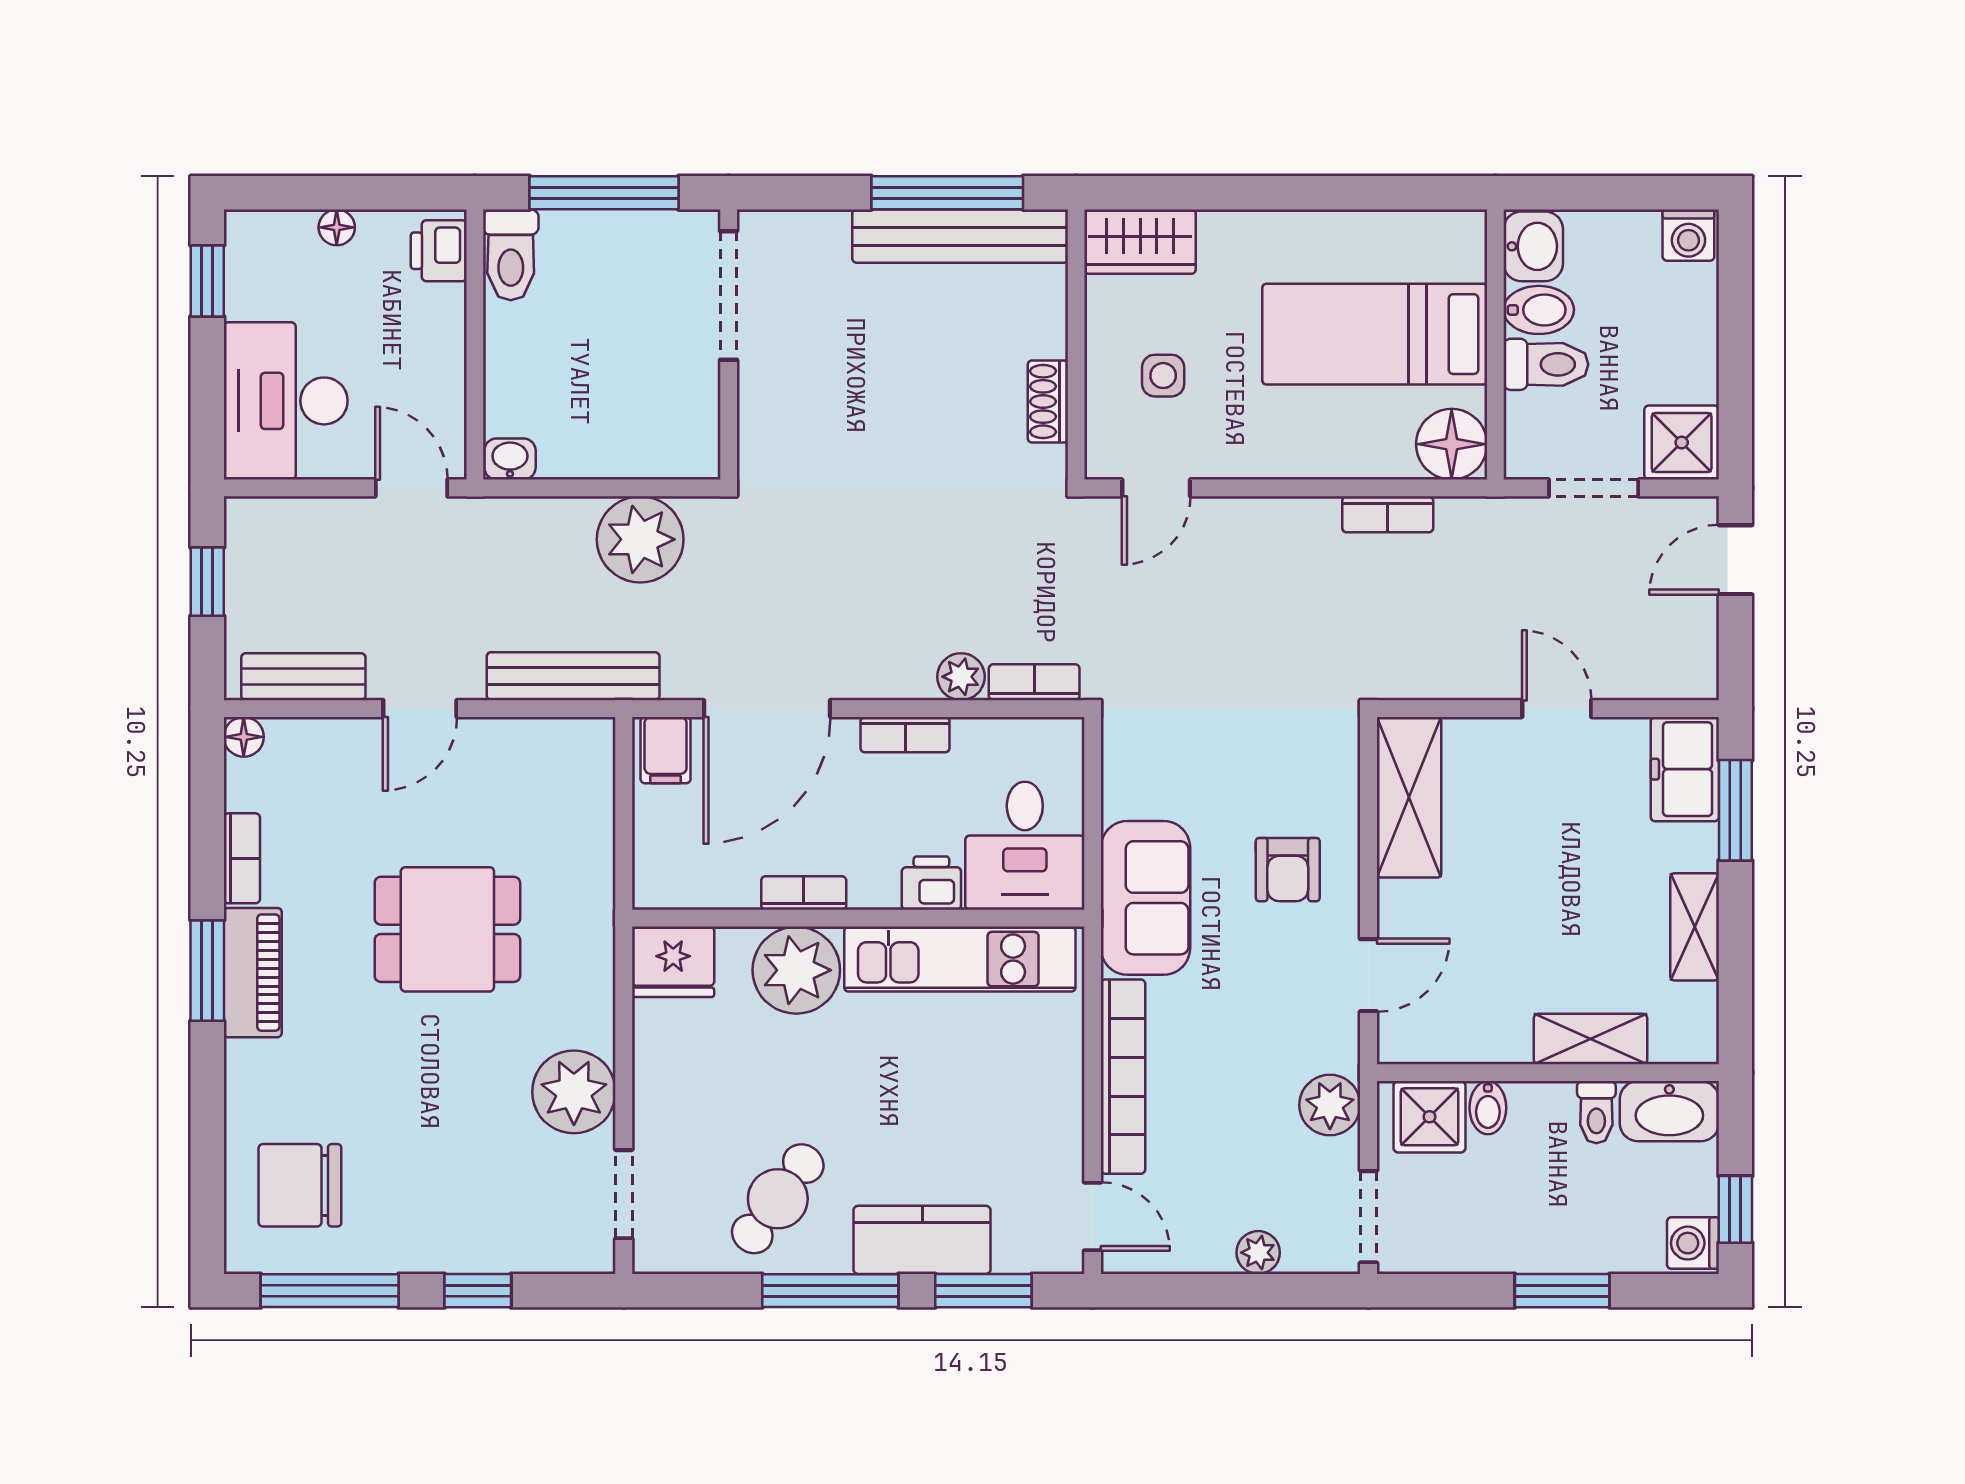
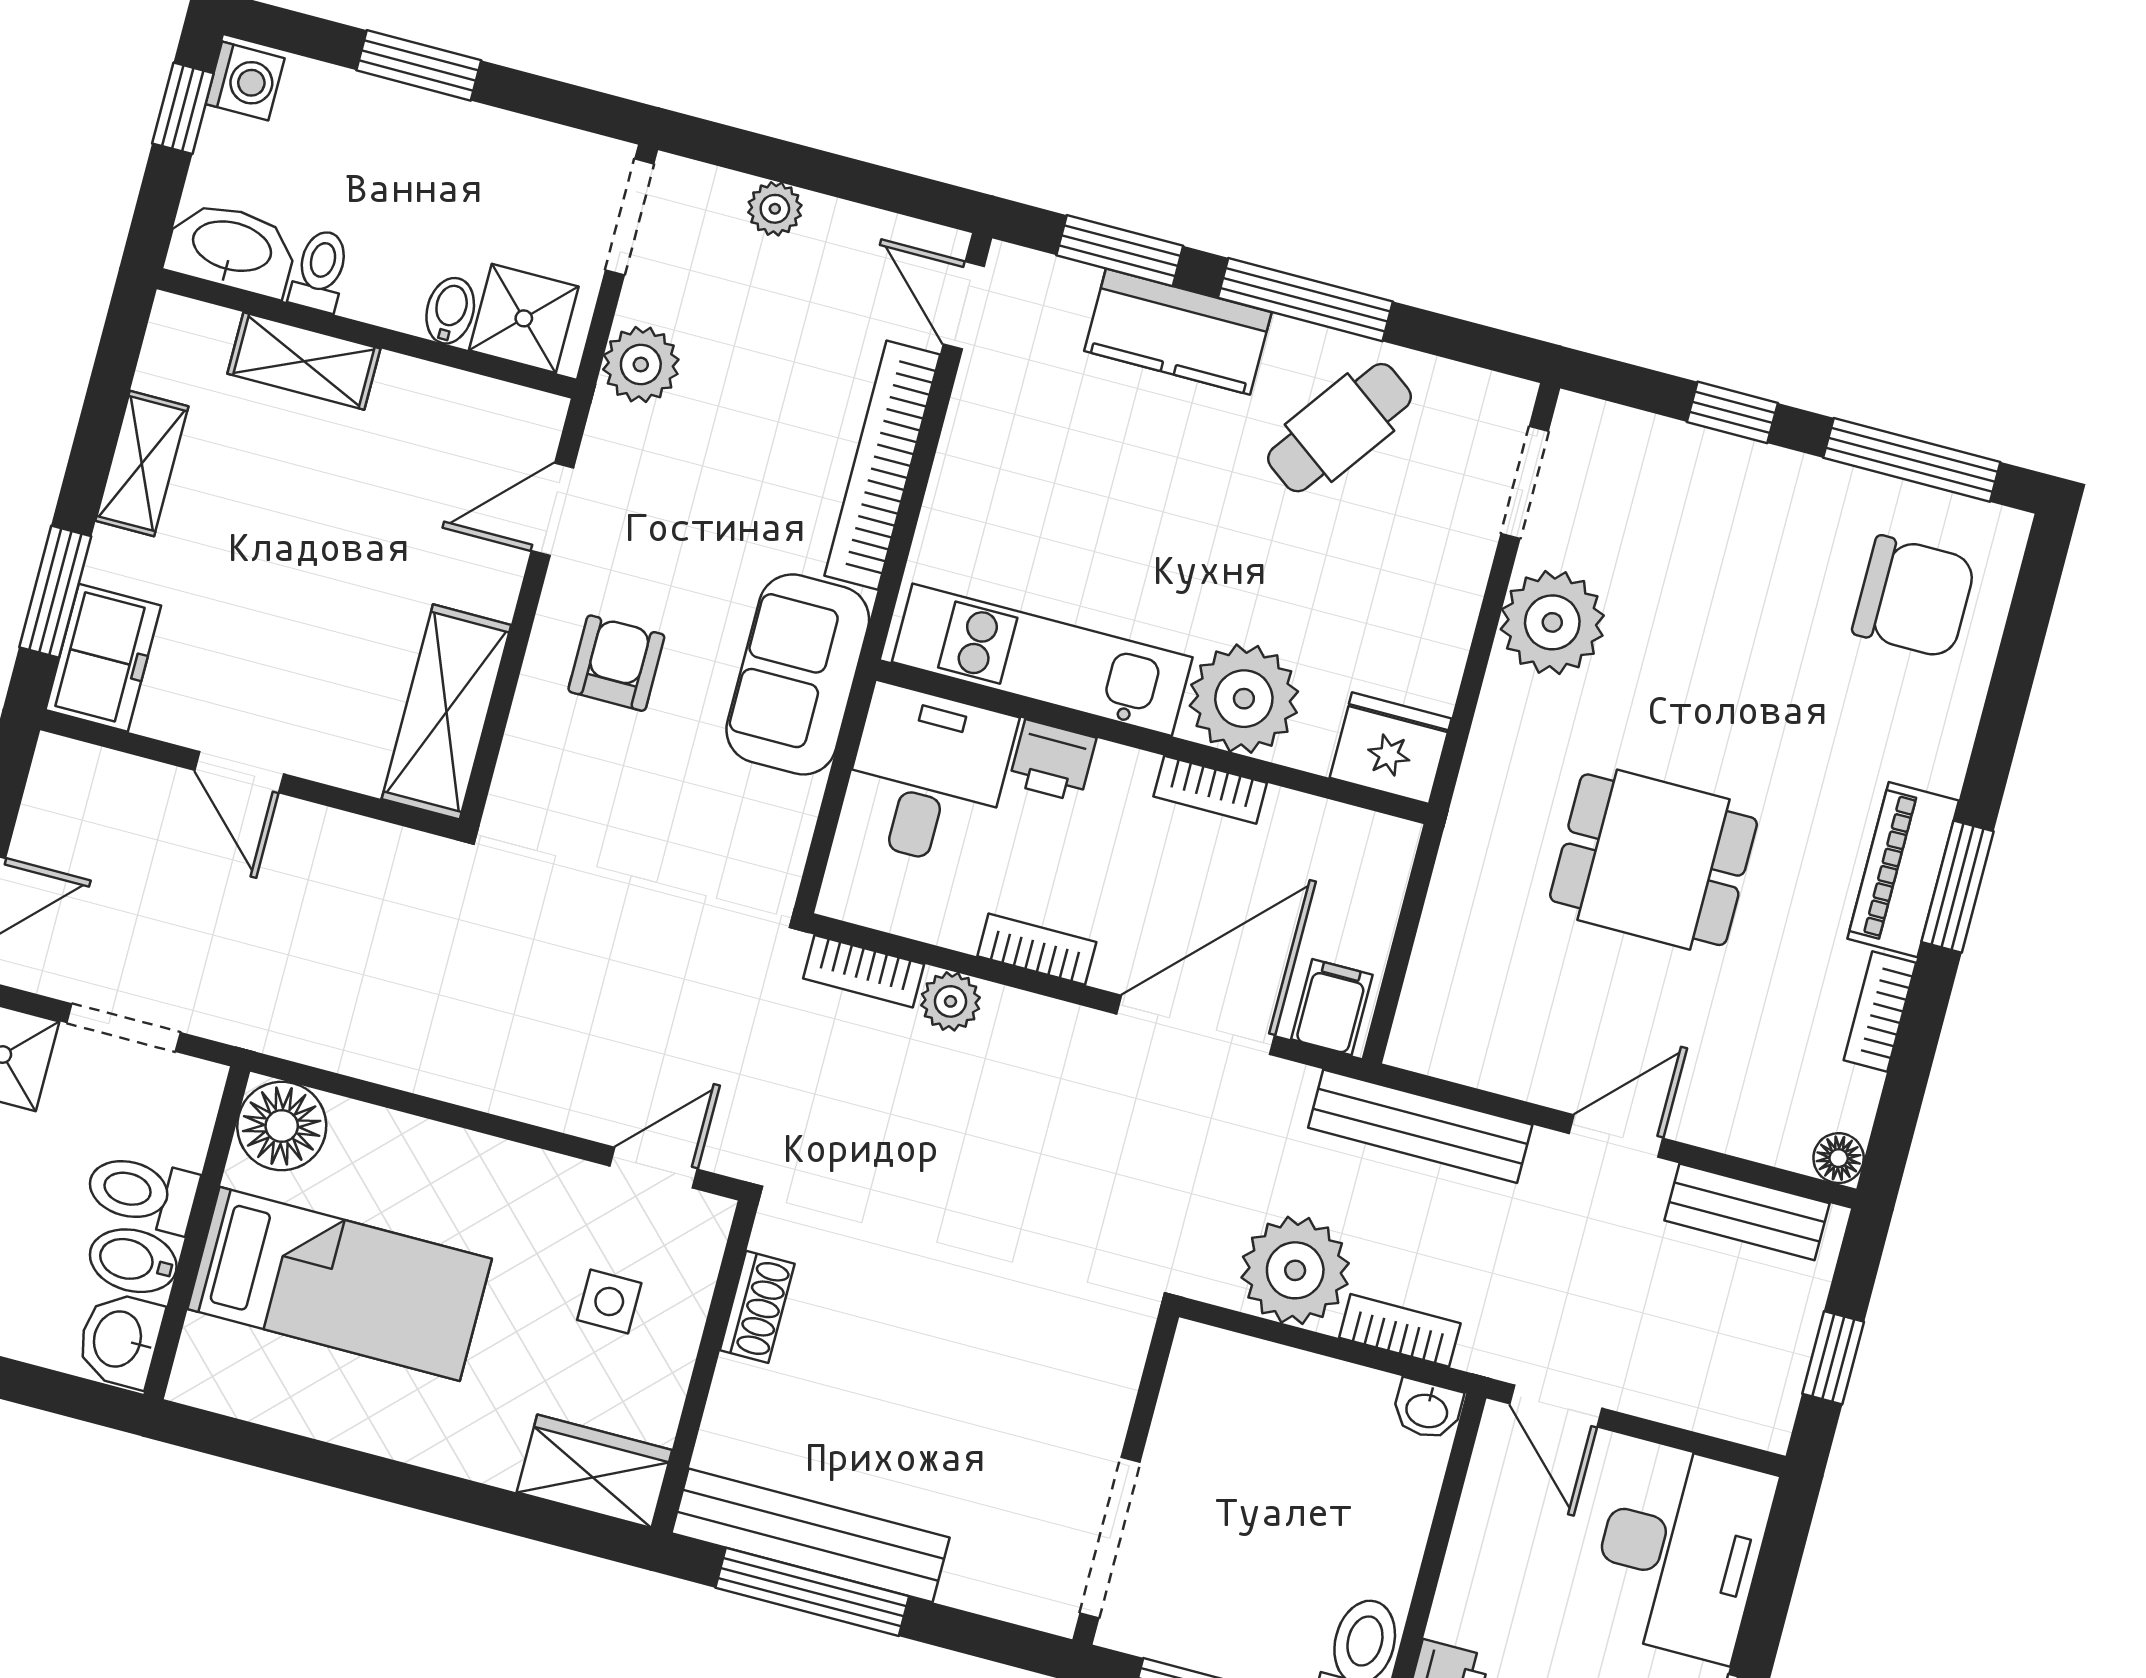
bookcase: (1388, 514) -> (1400, 1330), moved

